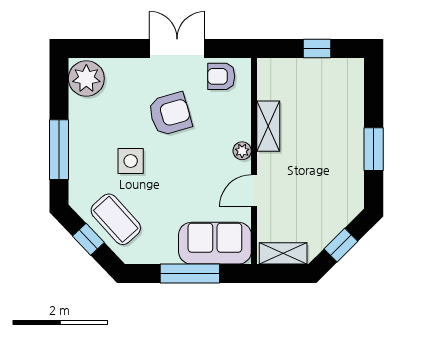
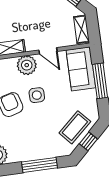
plant: (242, 151) -> (27, 65), width x1.88, depth x1.88
side table: (131, 161) -> (37, 95), moved

